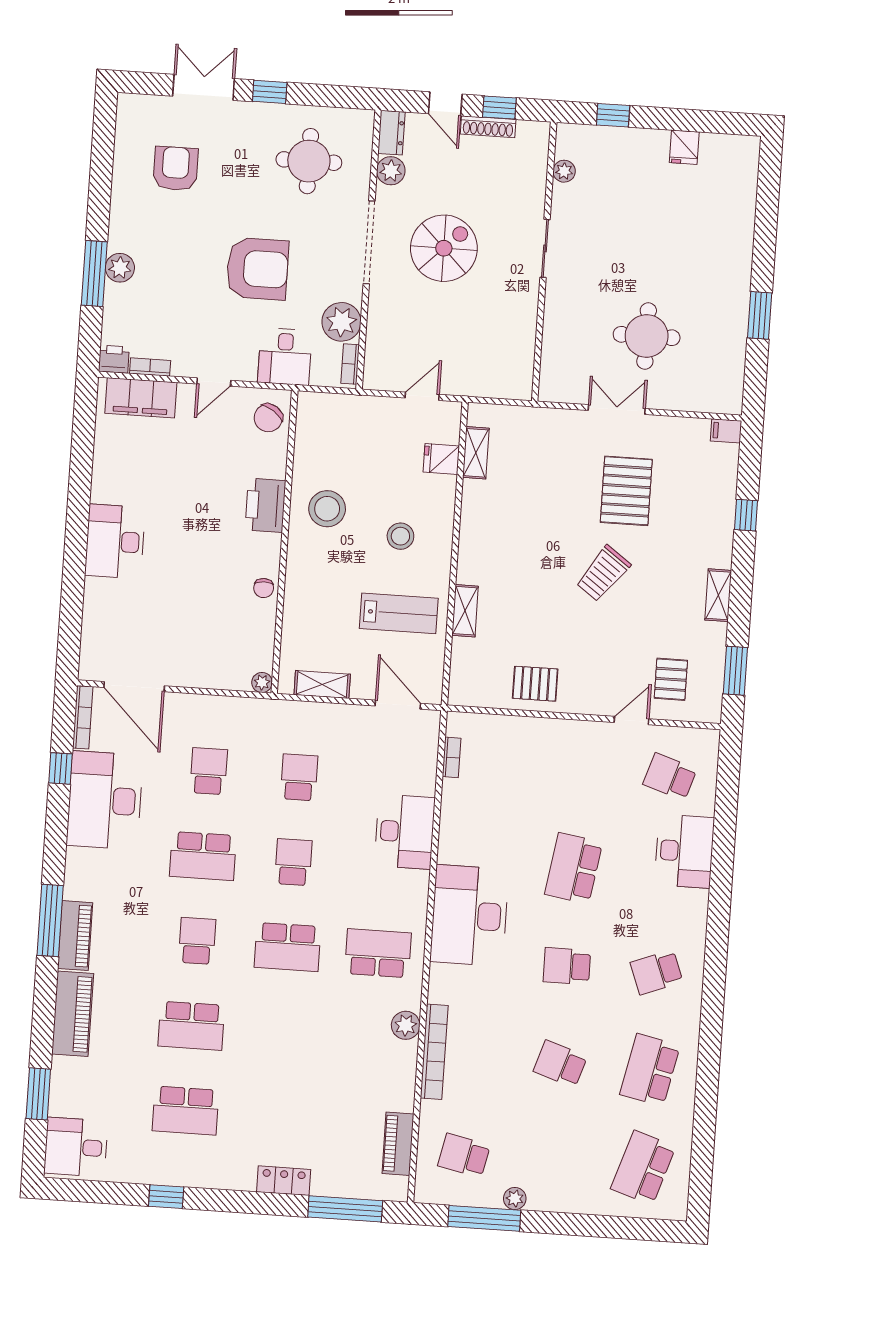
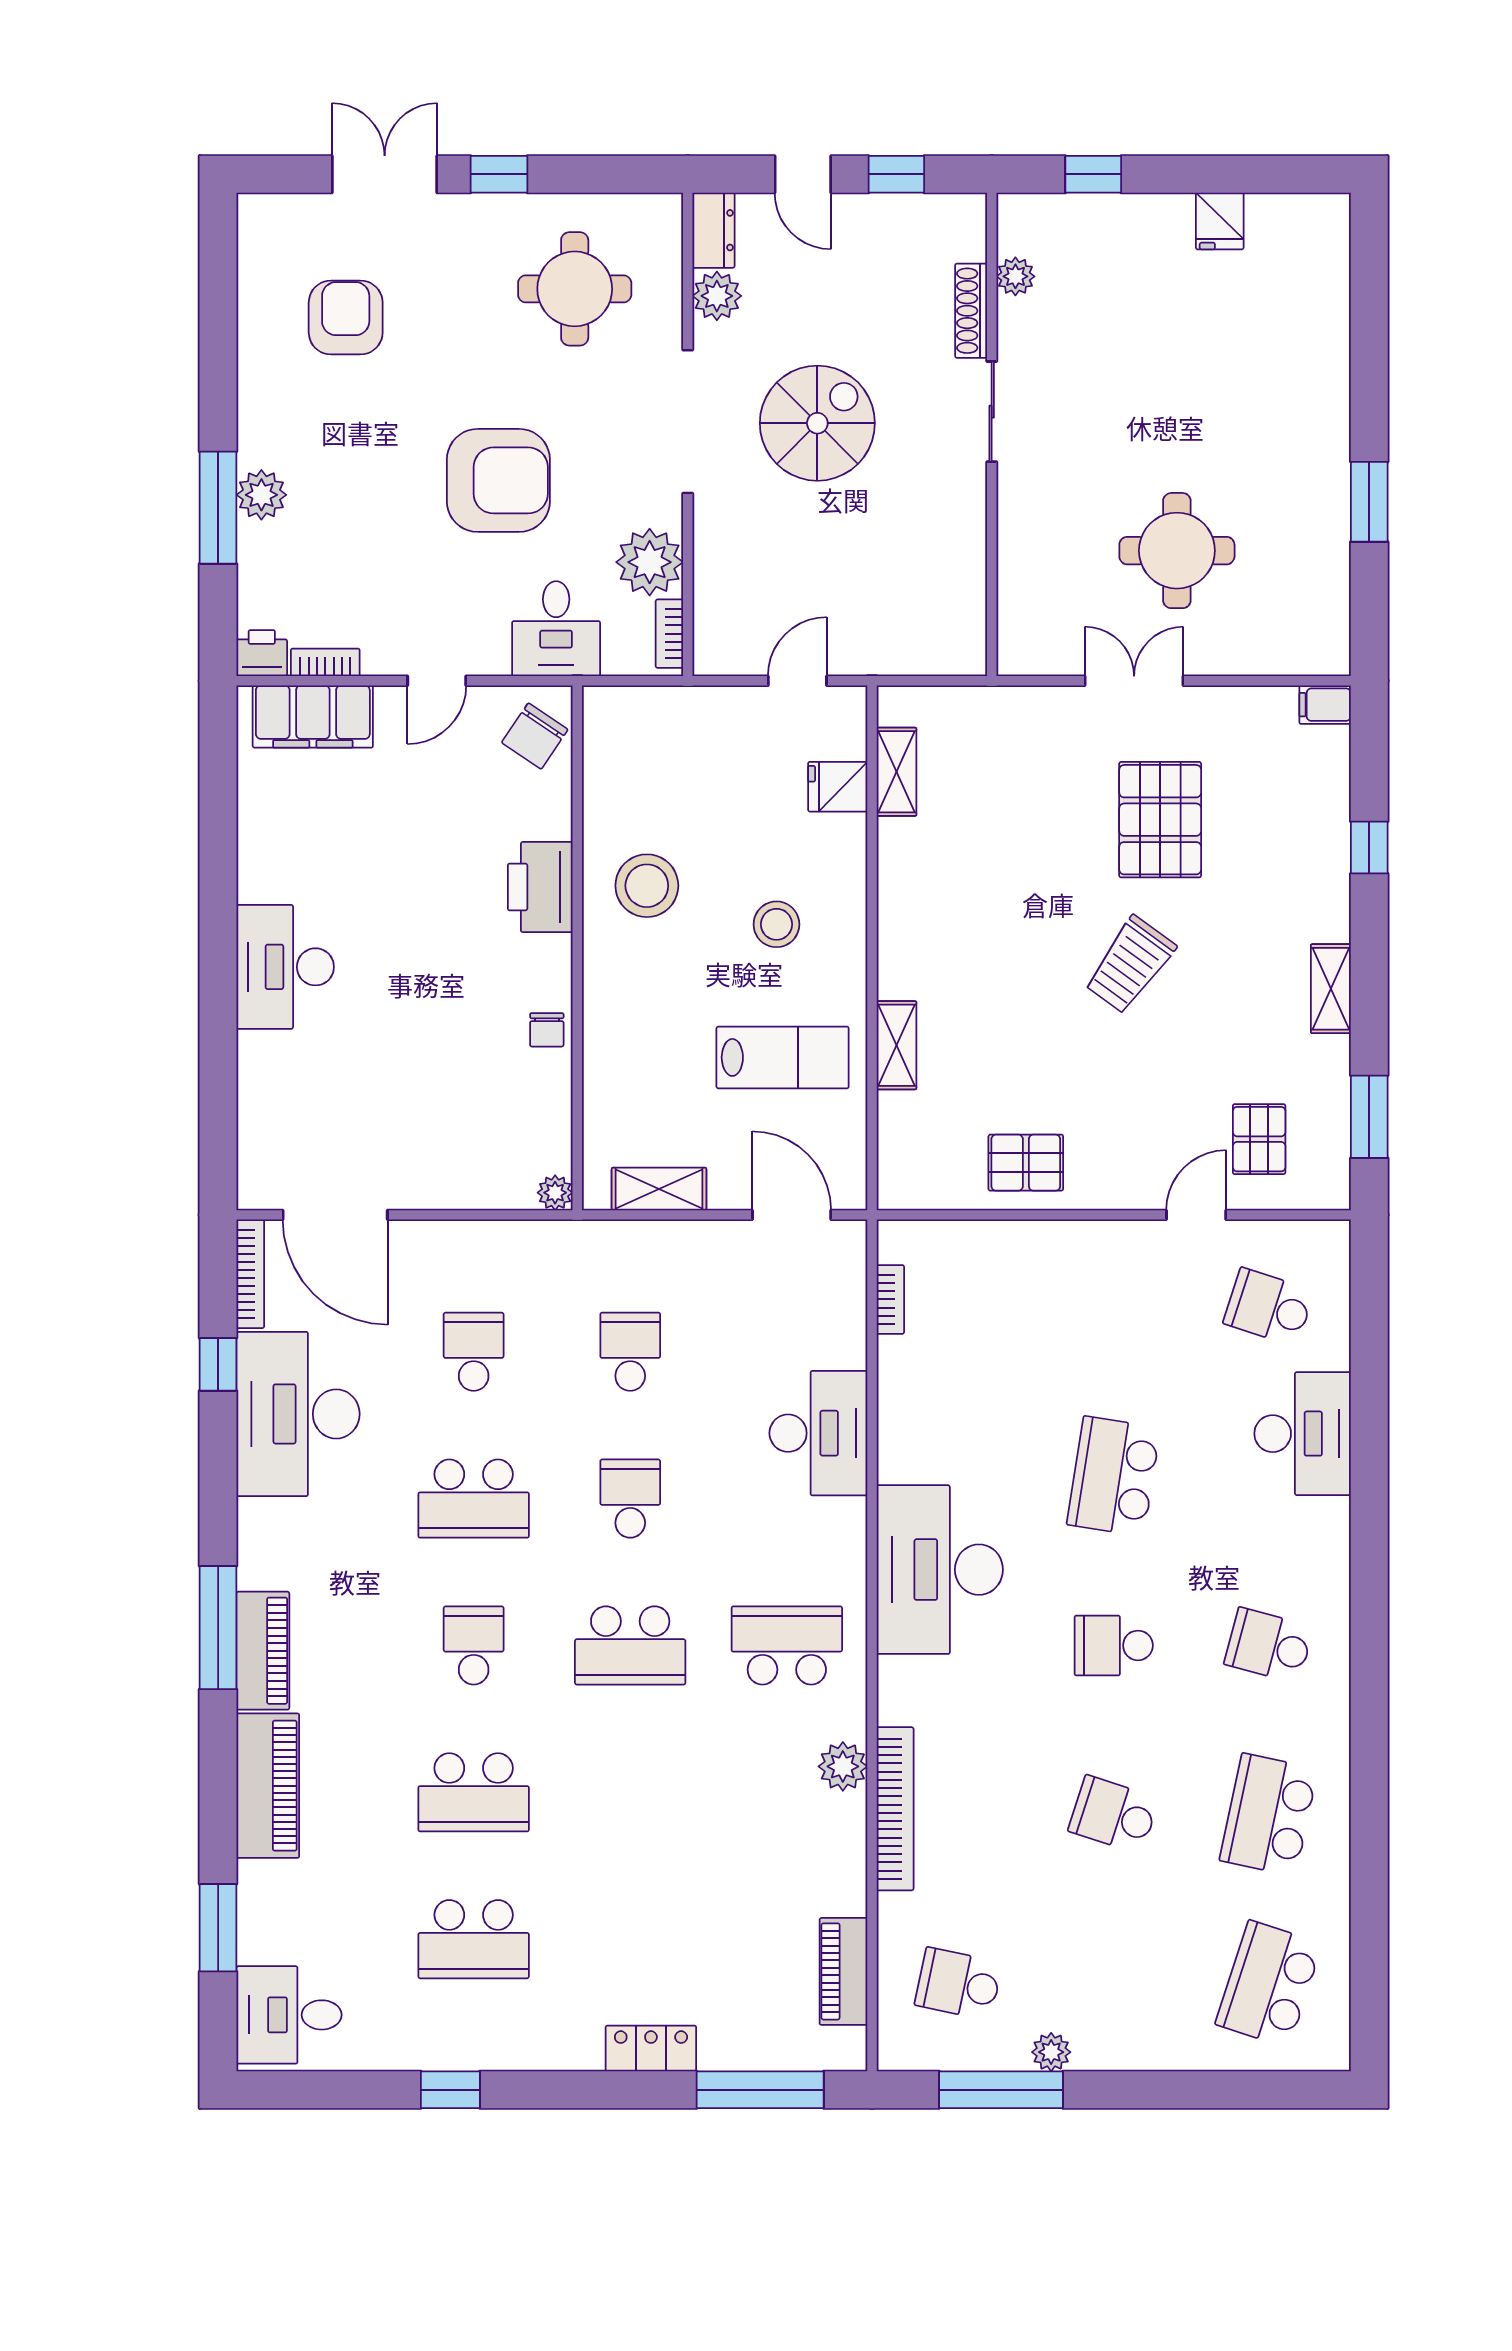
shoe rack: (488, 127) -> (971, 311), moved, turned 90
school desk: (657, 972) -> (1269, 1645), turned 36

